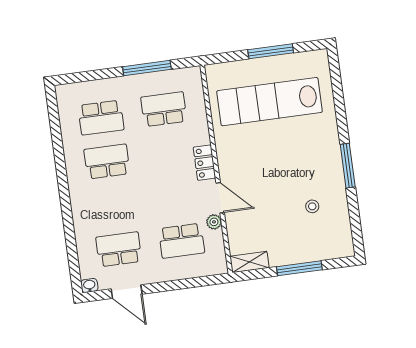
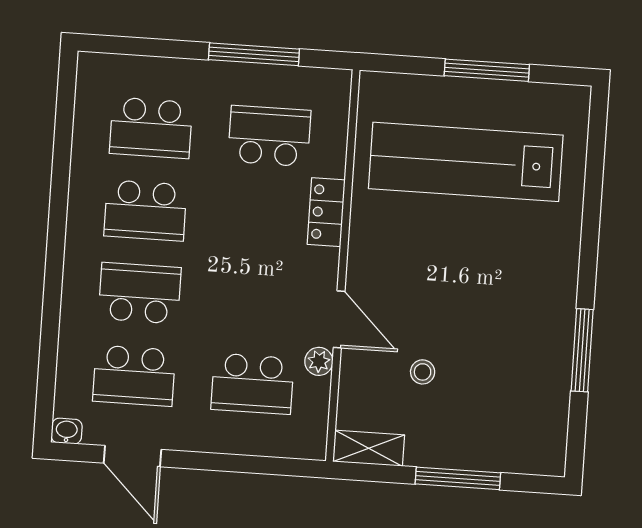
school desk: (107, 162) -> (145, 210), turned 180
locker: (204, 163) -> (326, 212), moved
window: (348, 166) -> (582, 350), moved
school desk: (113, 205) -> (140, 293), added
stool: (312, 206) -> (423, 372), moved
school desk: (119, 249) -> (134, 376), turned 180

